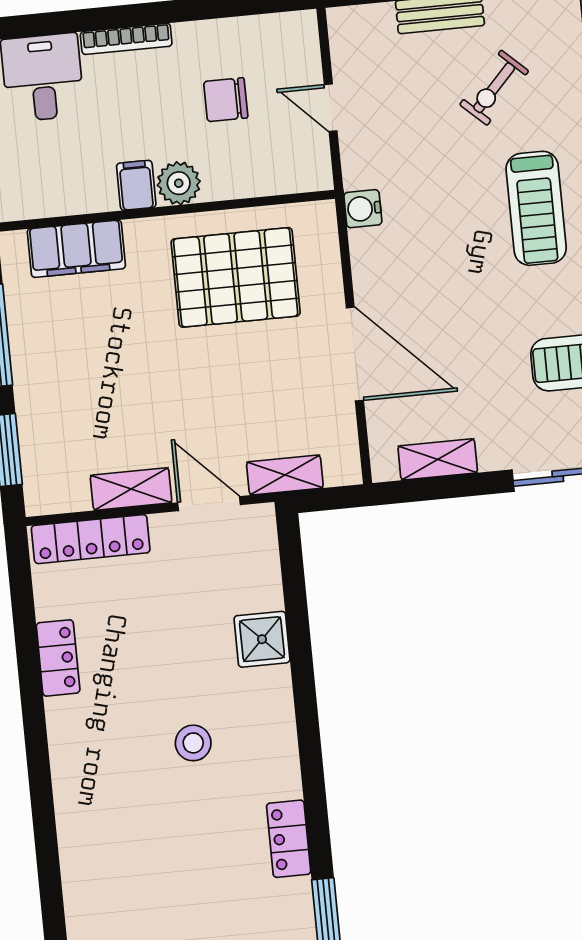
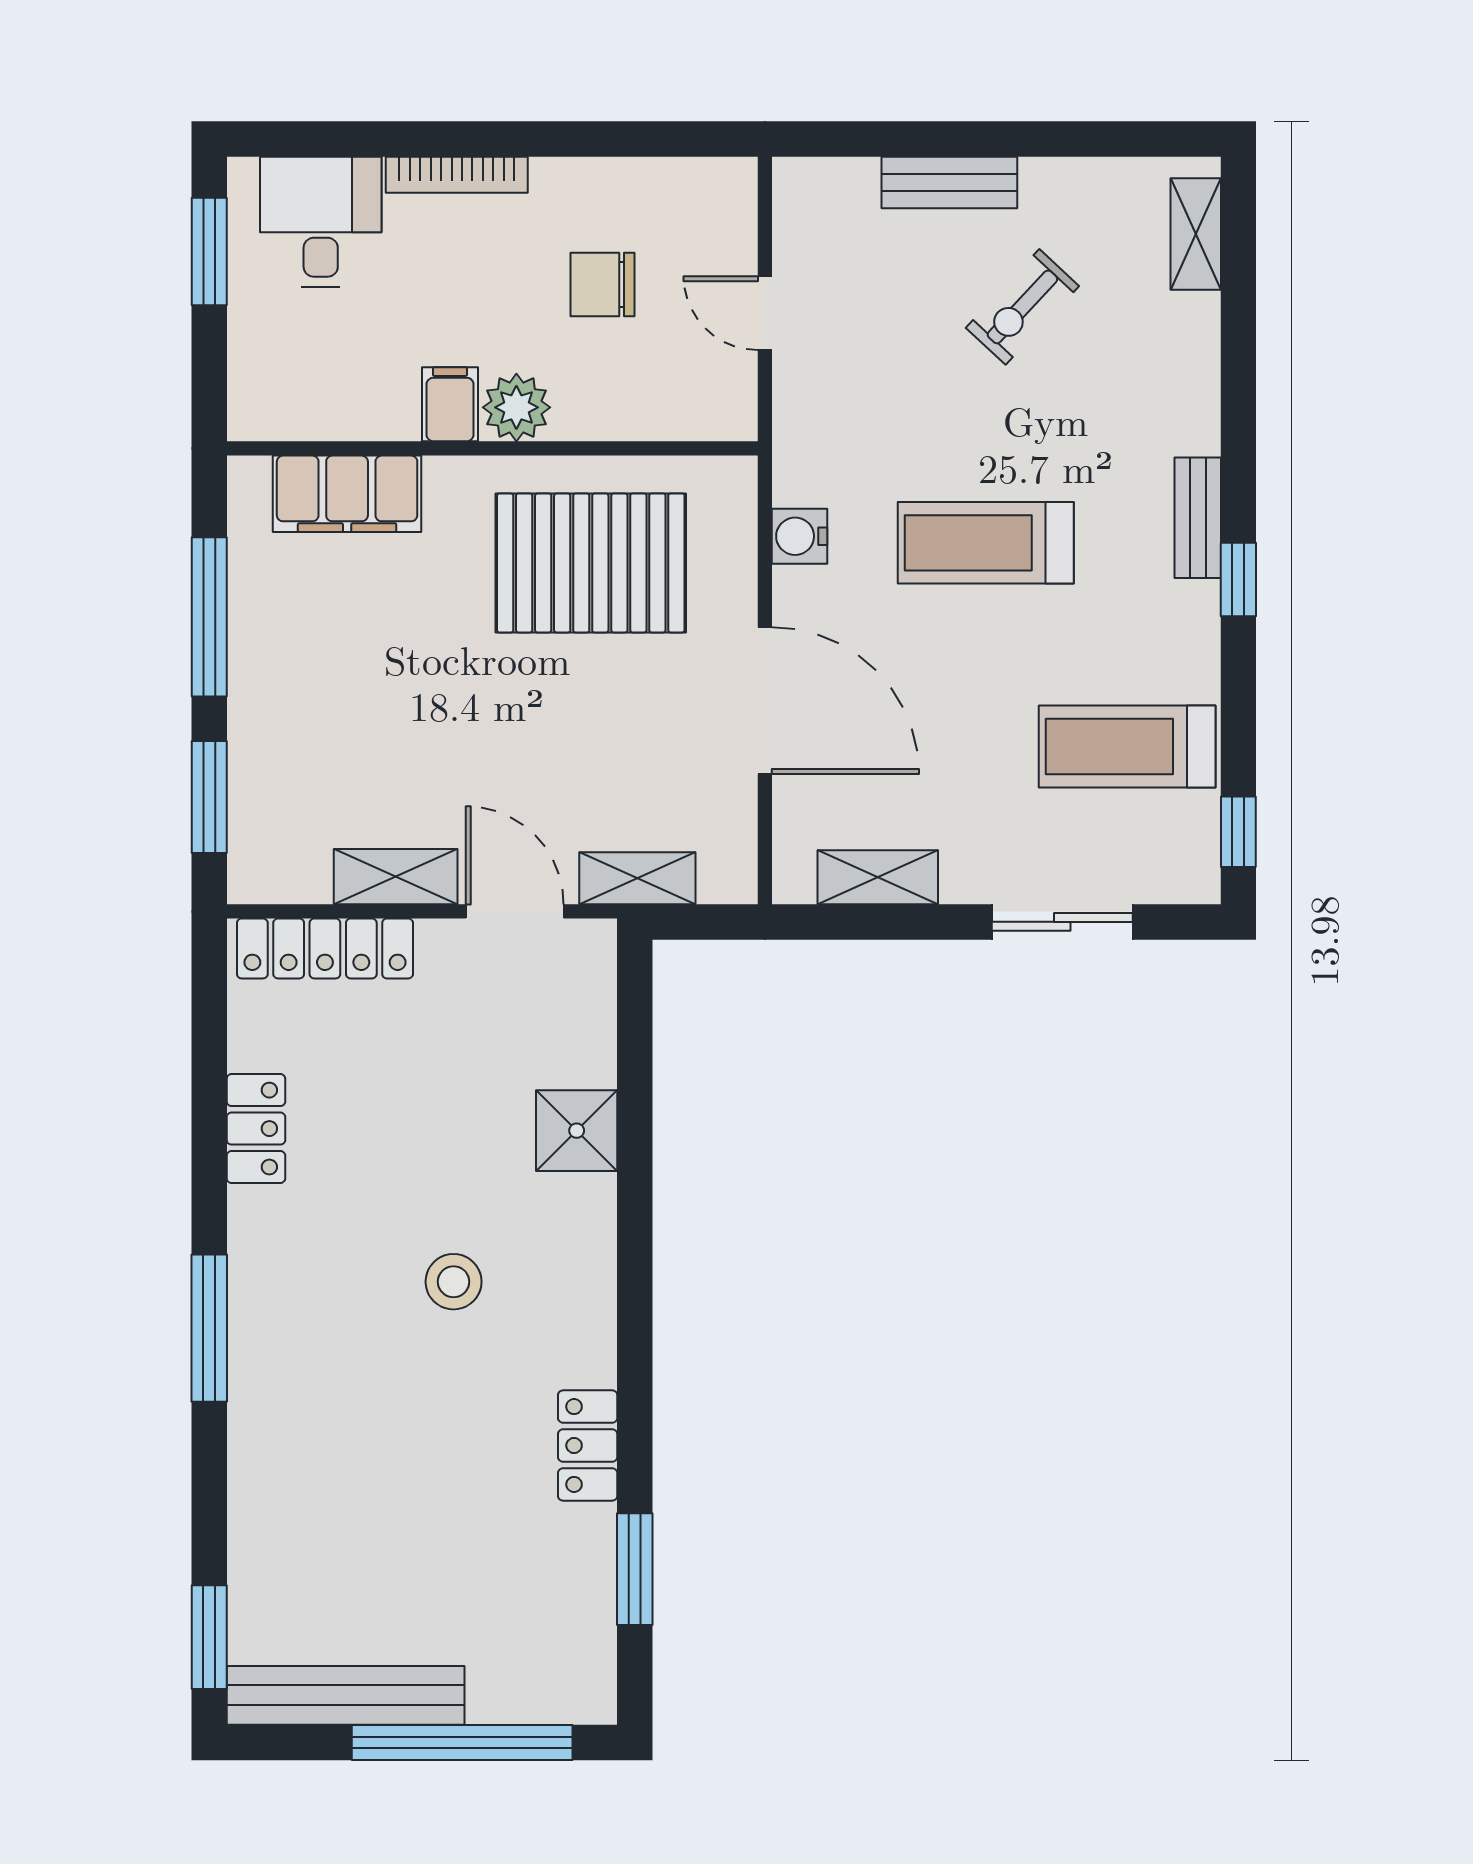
treadmill: (536, 208) -> (986, 543), moved, turned 90
water cooler: (363, 209) -> (799, 536), moved
window: (41, 788) -> (209, 1328), added

